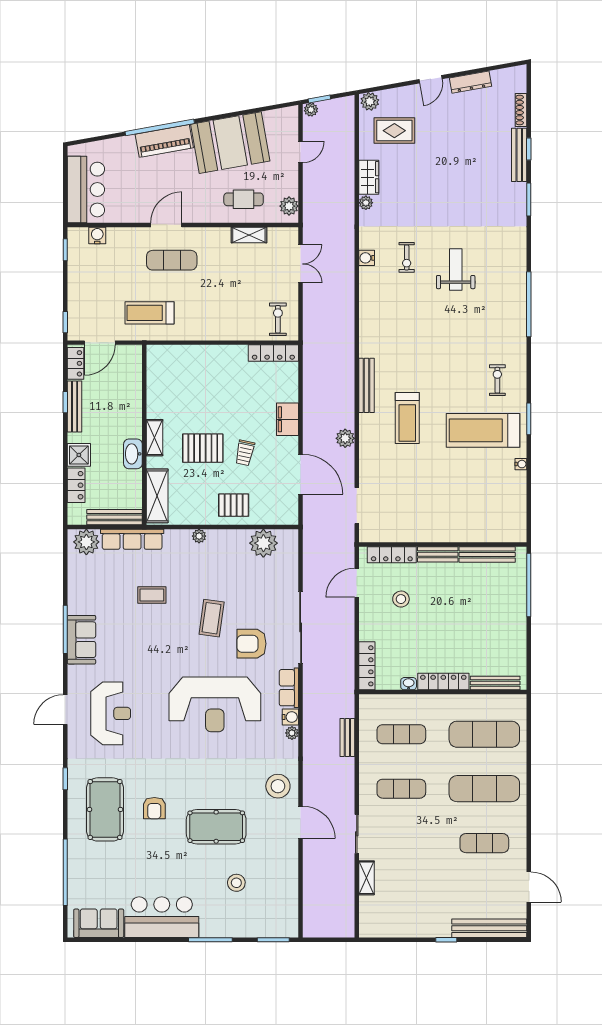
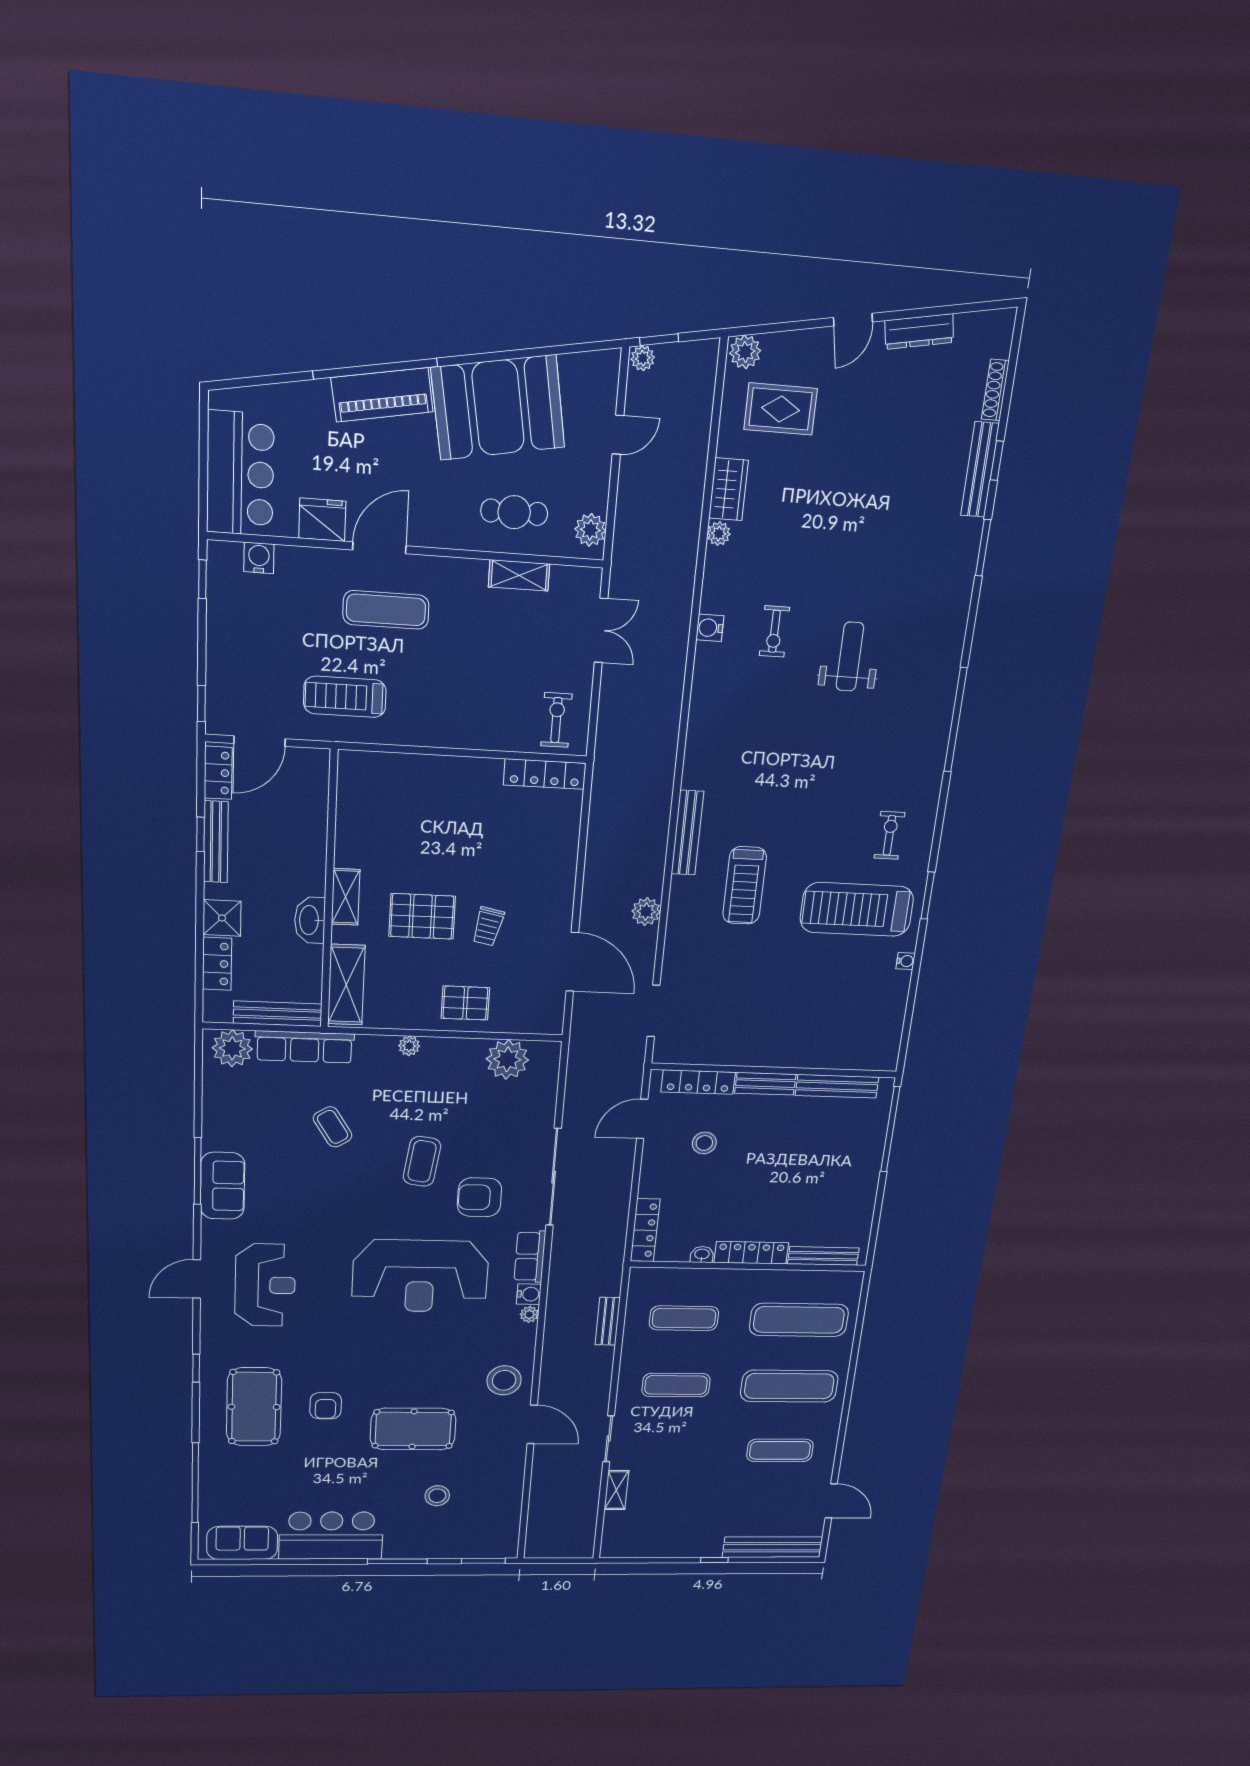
fridge: (133, 212) -> (322, 520), added
filing cabinet: (287, 419) -> (559, 879), removed
coffee table: (152, 595) -> (333, 1127), turned 58

